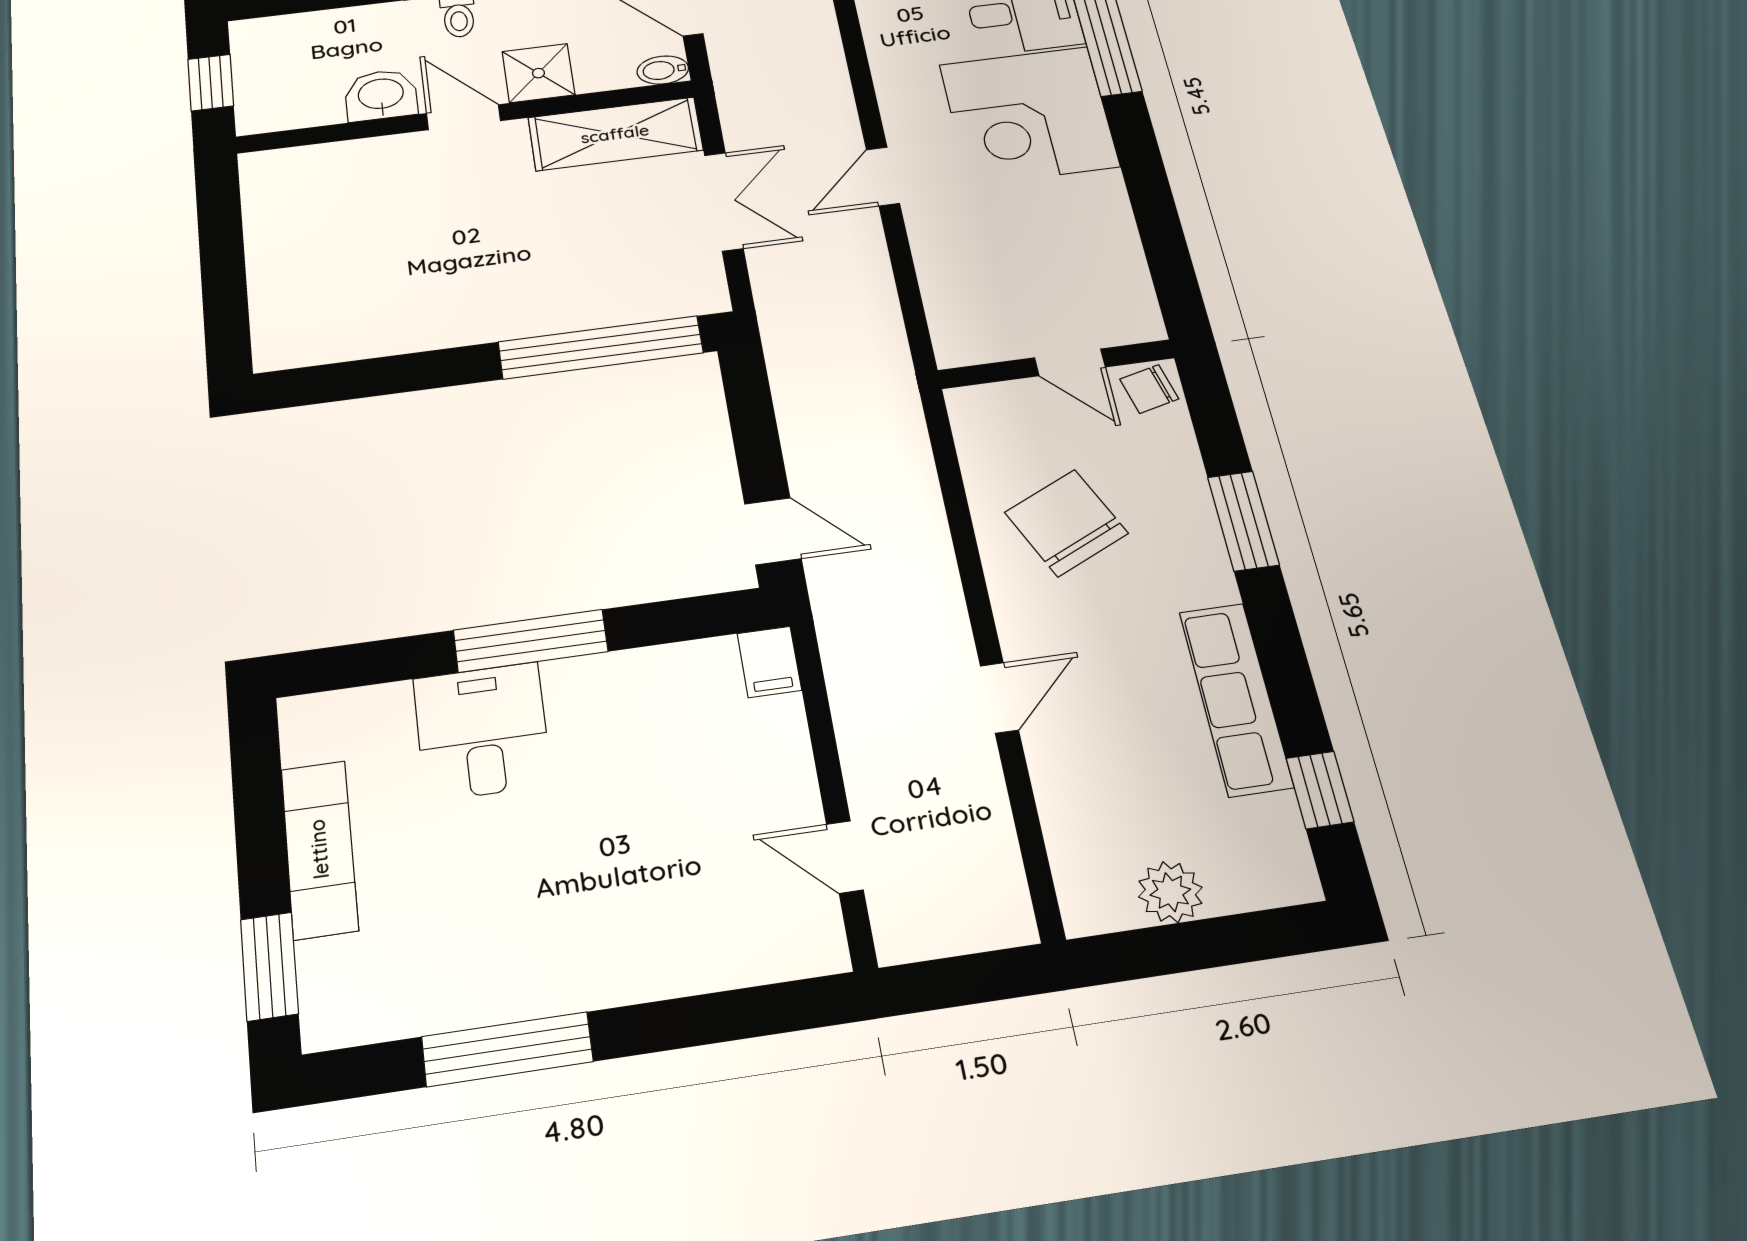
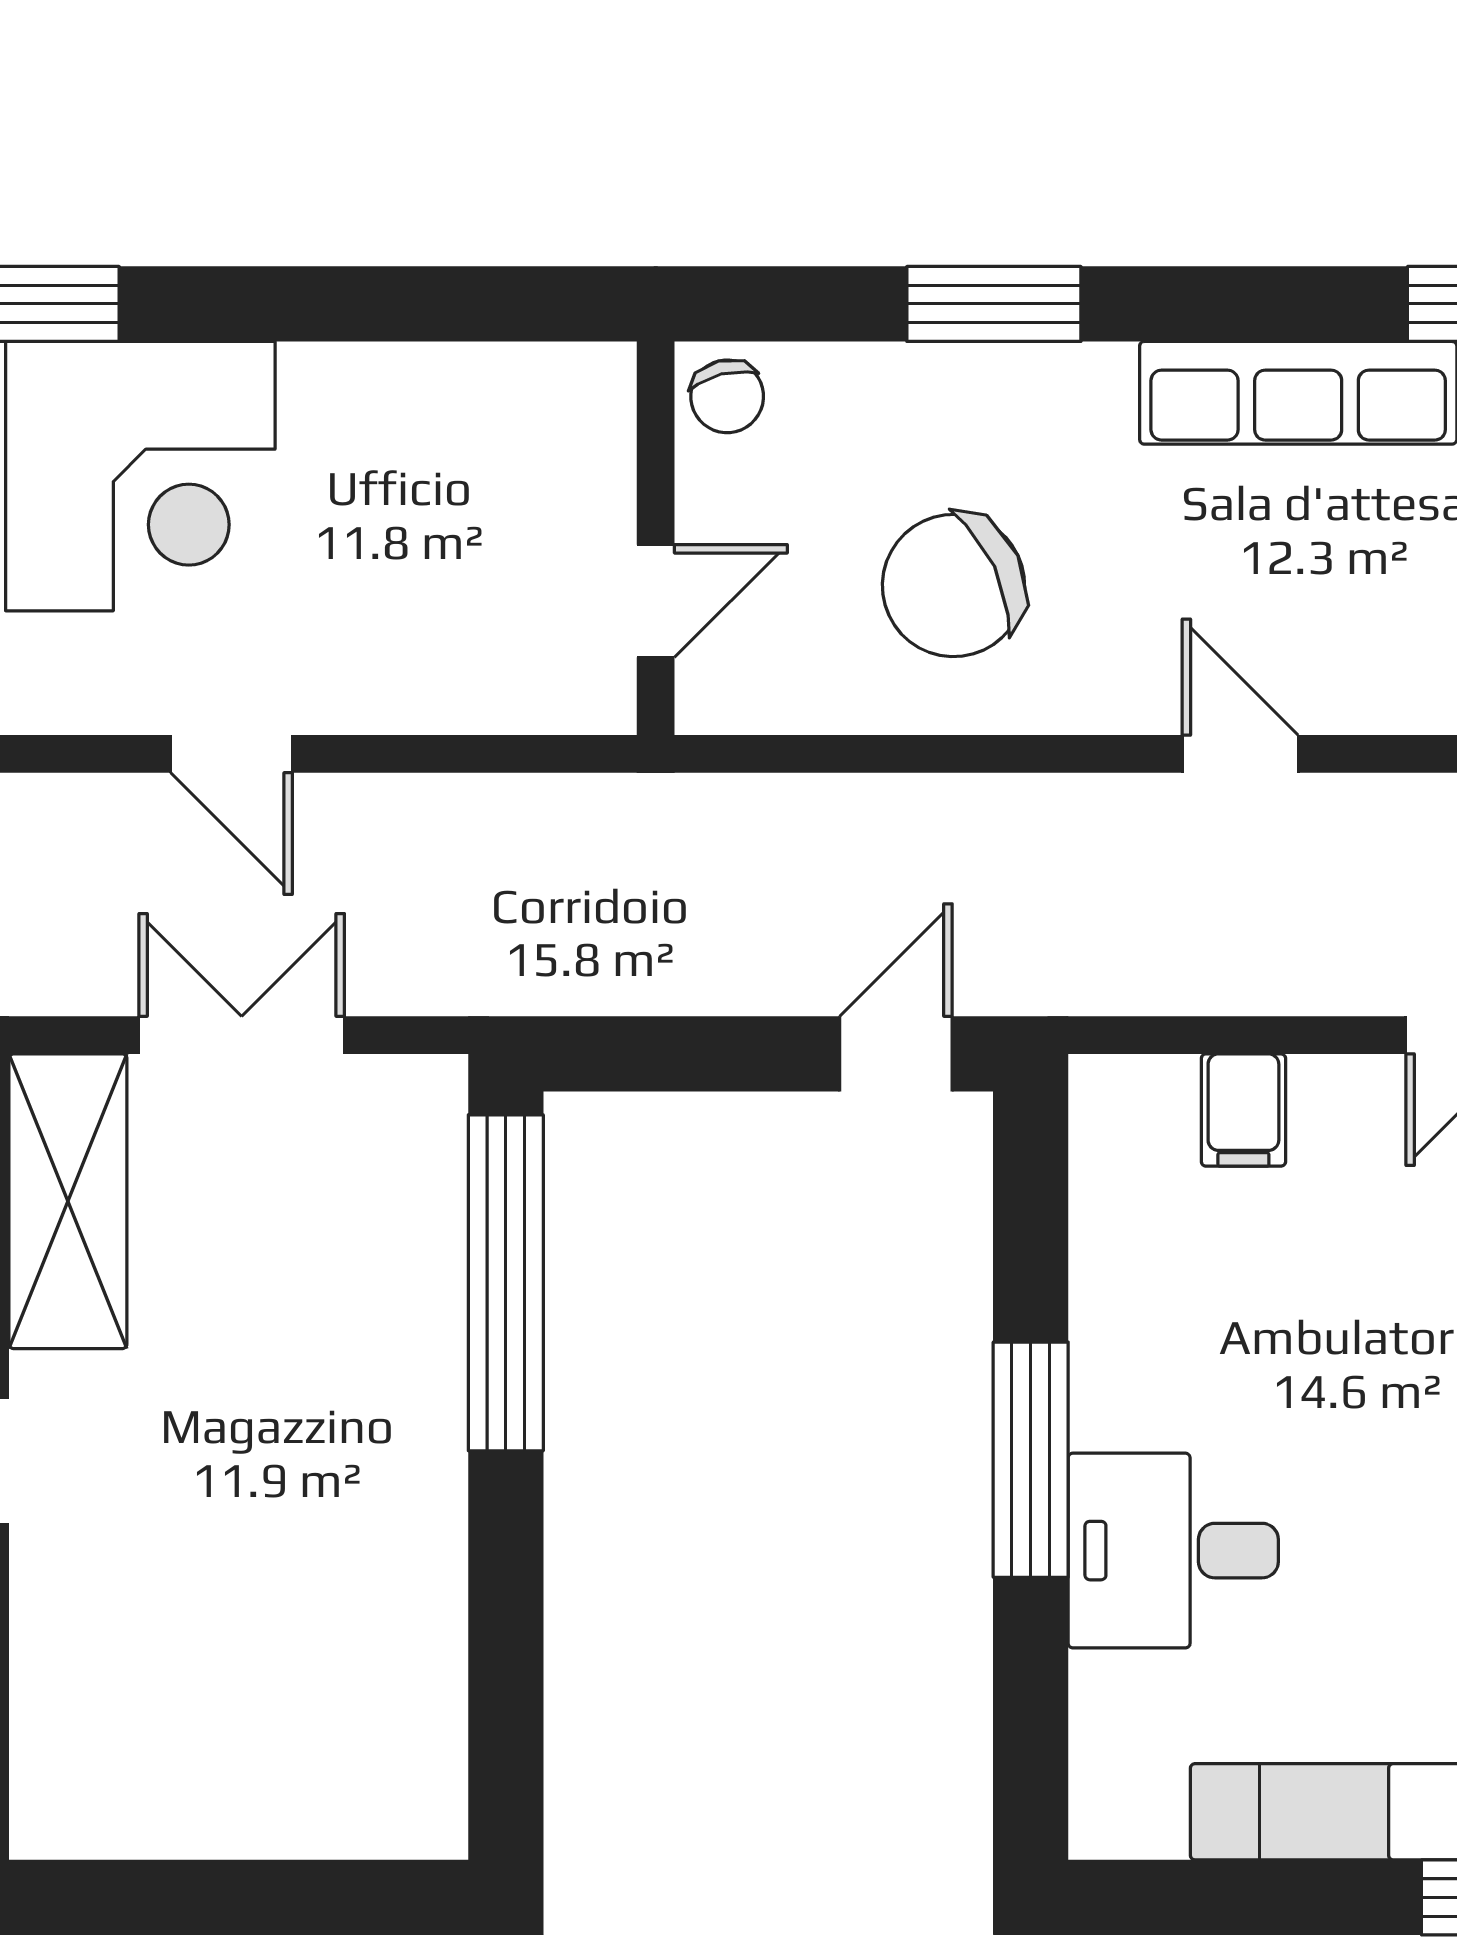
door: (1070, 362) -> (656, 601), moved
filing cabinet: (769, 662) -> (1243, 1110), moved, turned 90

